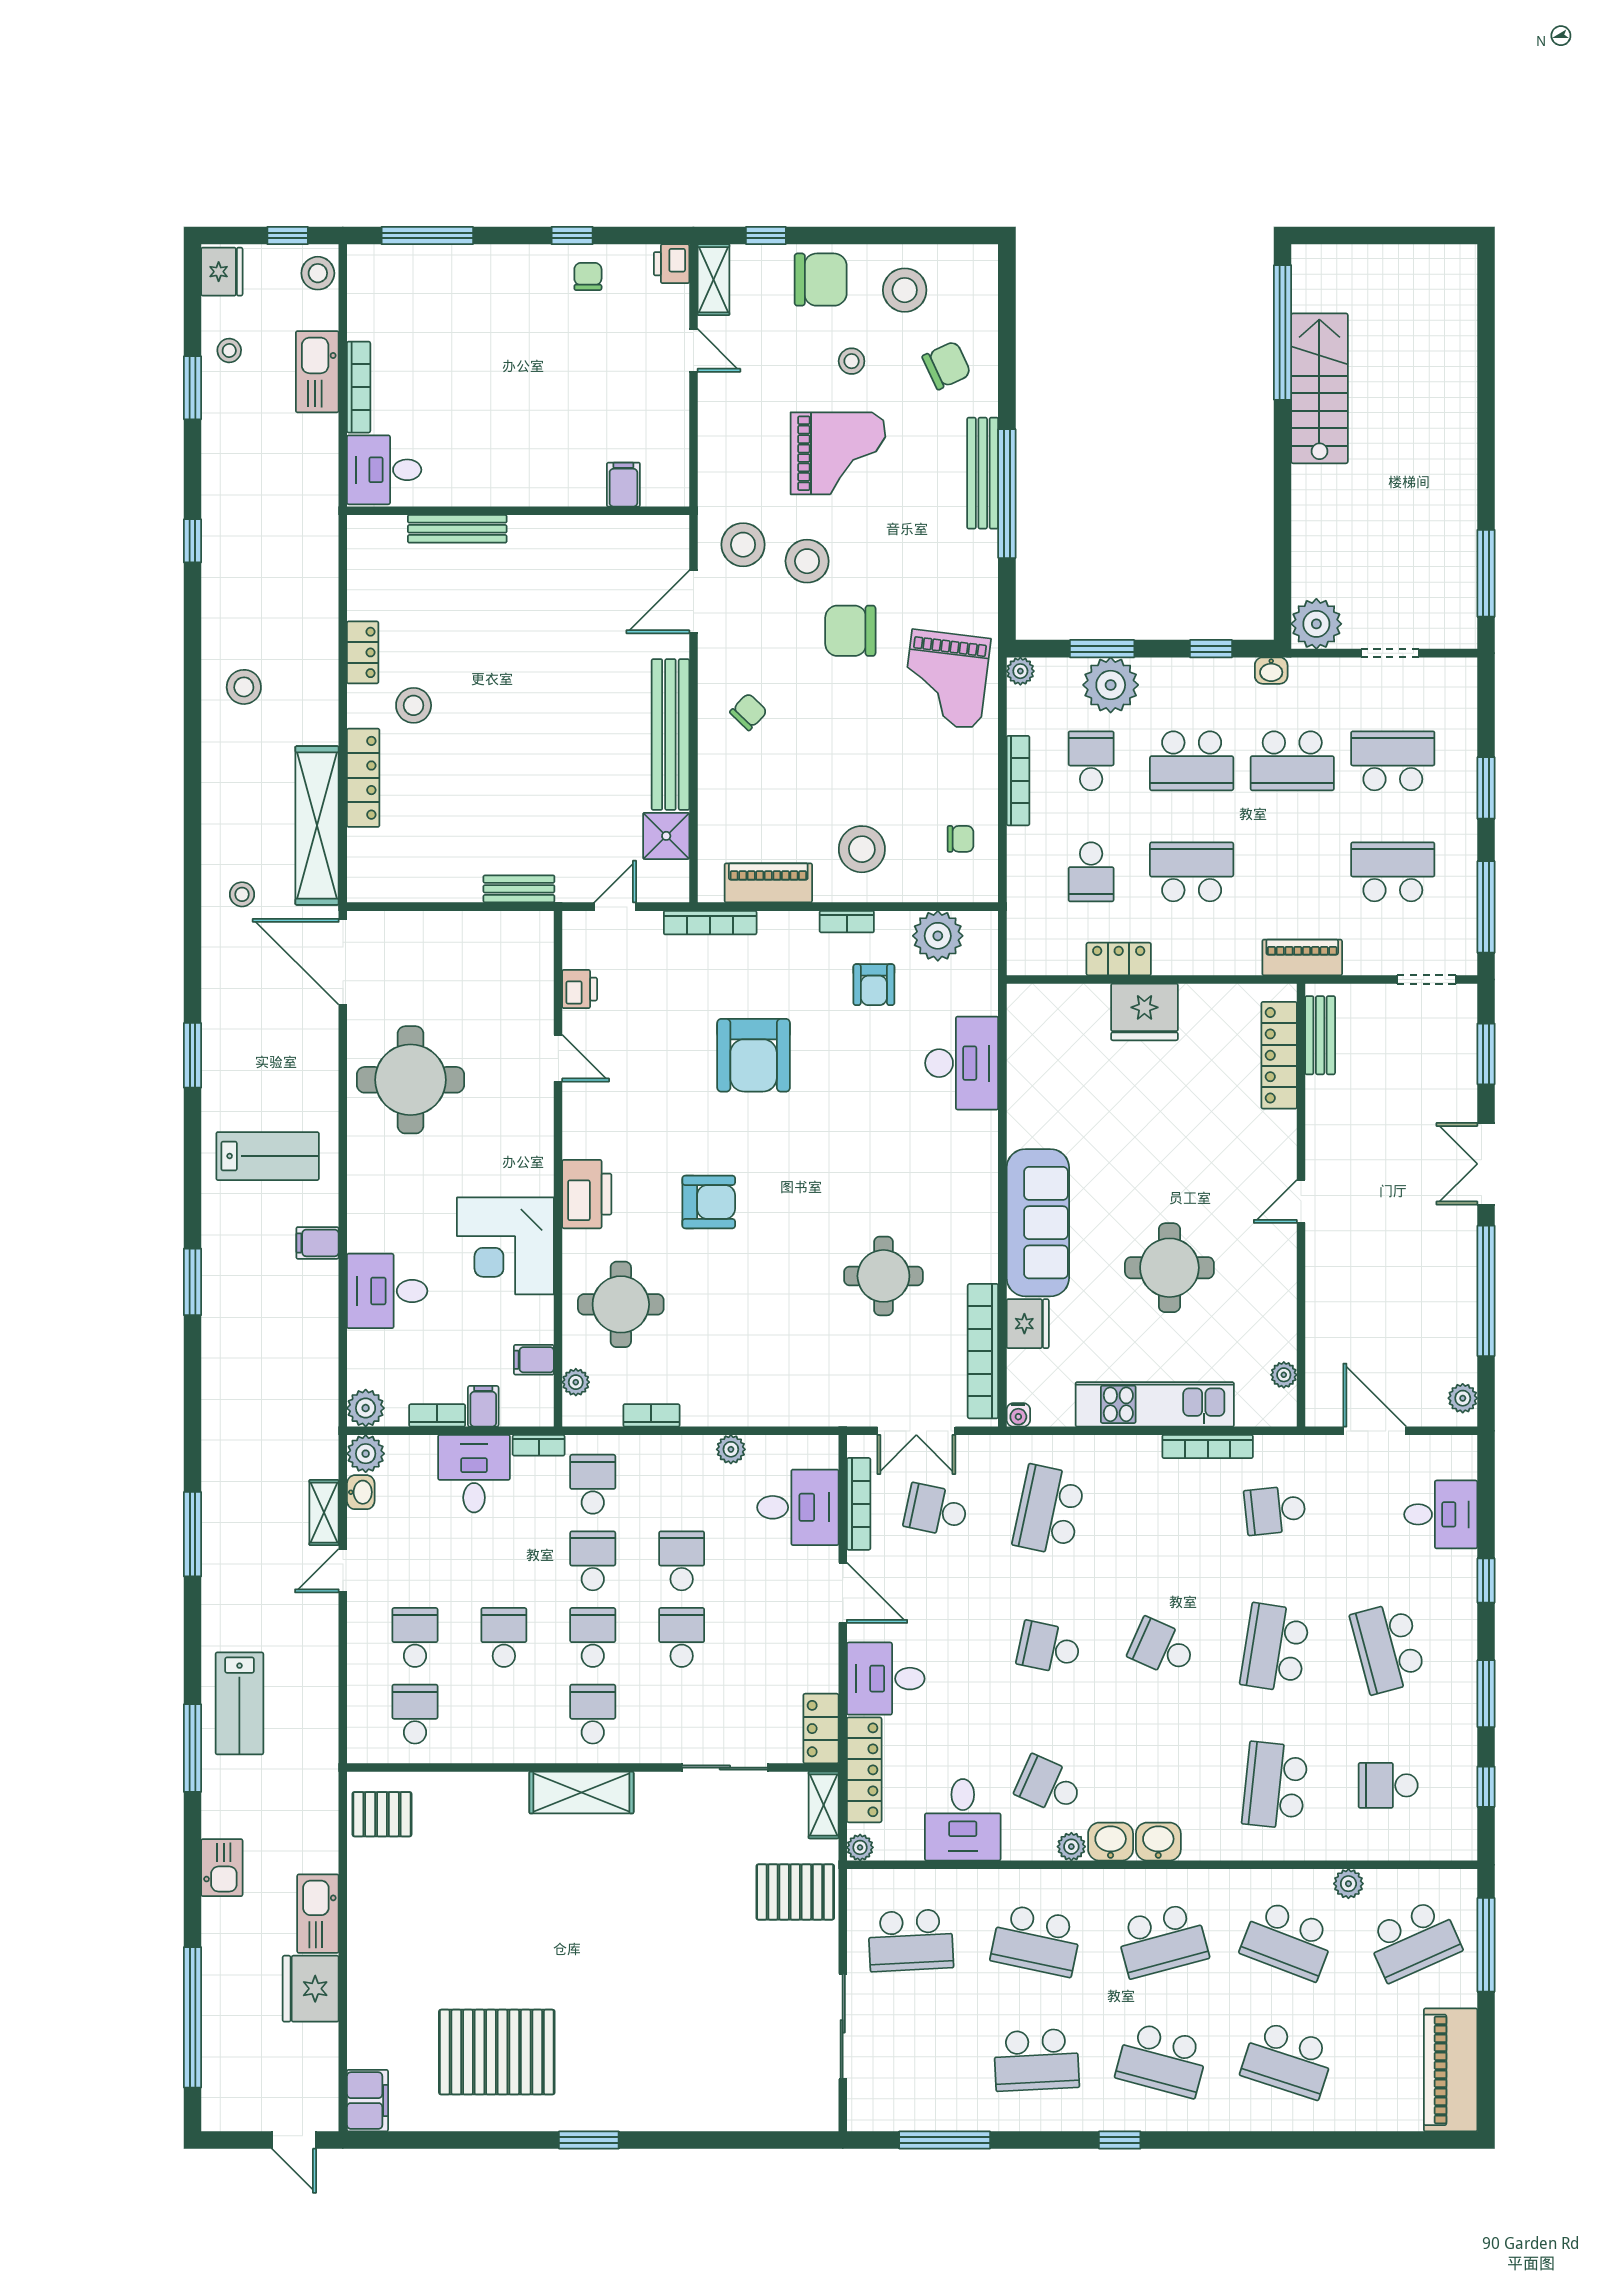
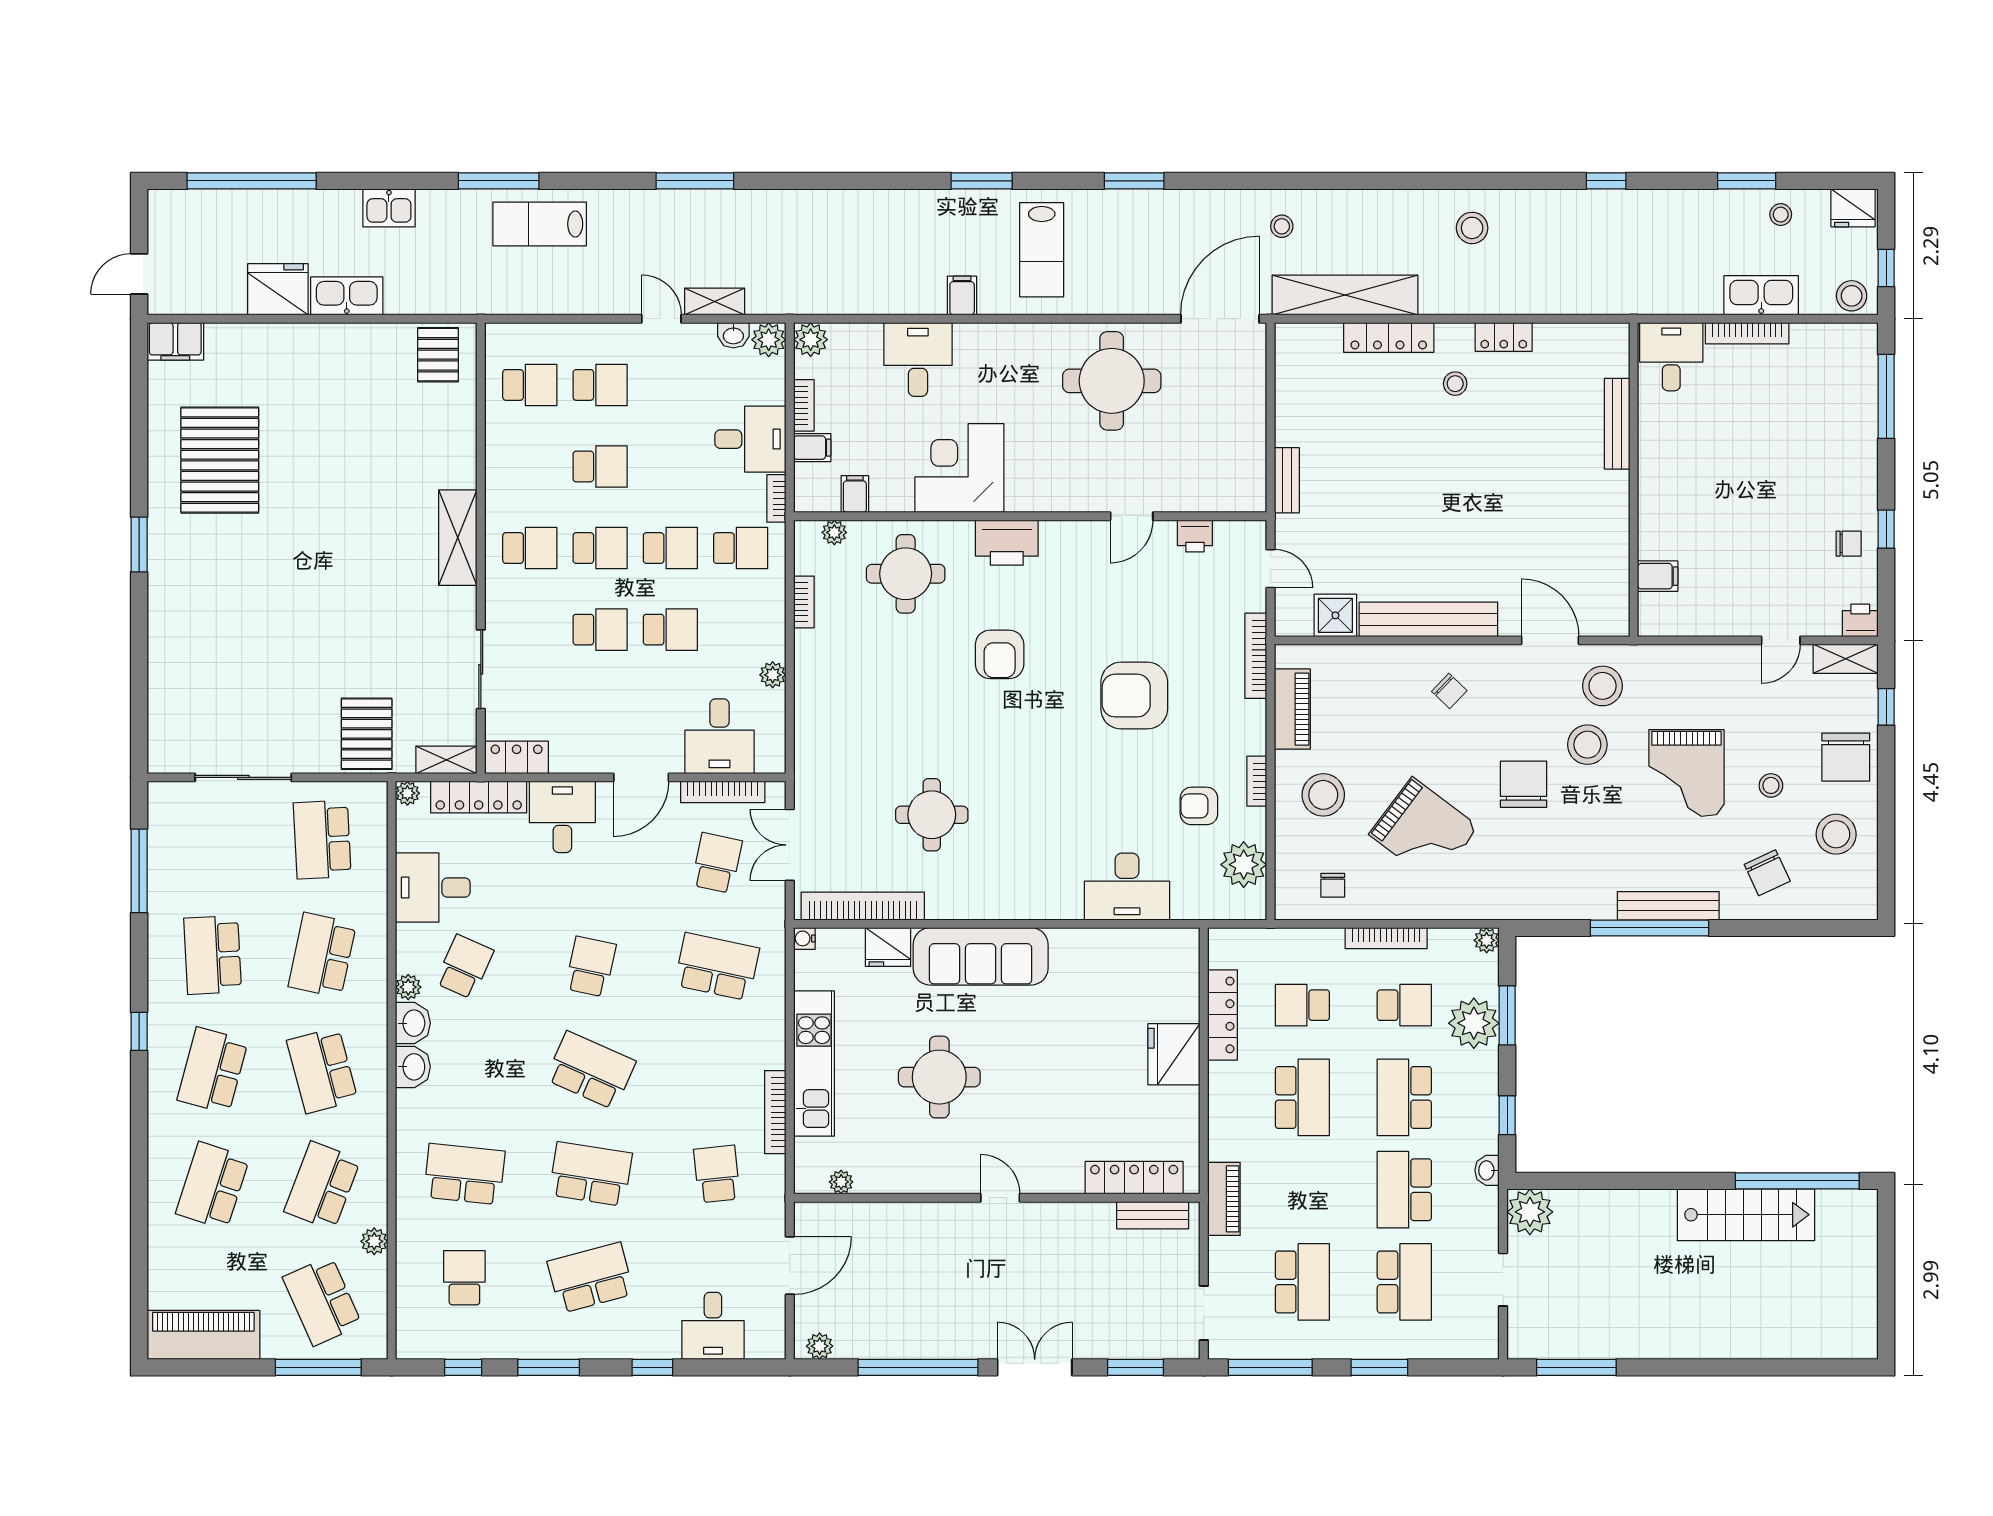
grand piano: (946, 679) -> (1424, 831), moved, turned -150
stool: (414, 705) -> (1455, 384), width x0.73, depth x0.73
locker: (1119, 959) -> (1222, 1015), width x1.53
window: (192, 1282) -> (982, 181), moved
school desk: (1162, 1648) -> (591, 1070), width x1.85

